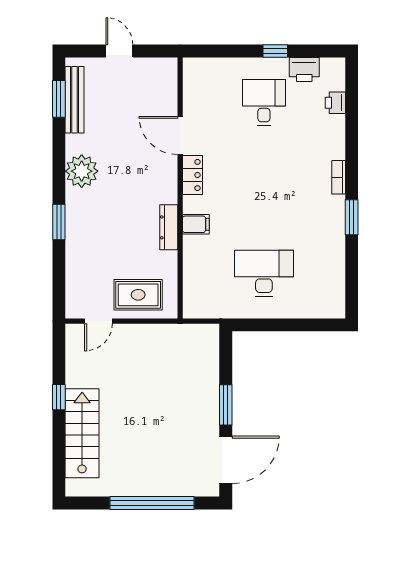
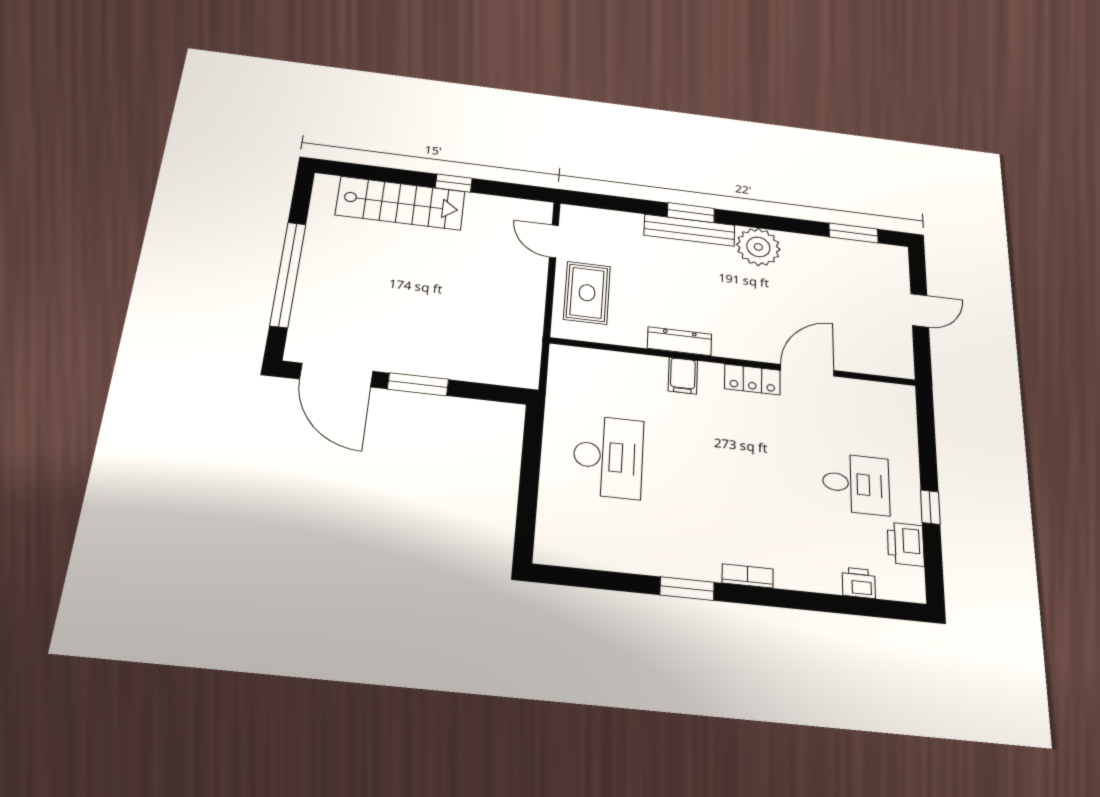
bench: (75, 100) -> (689, 230), moved

